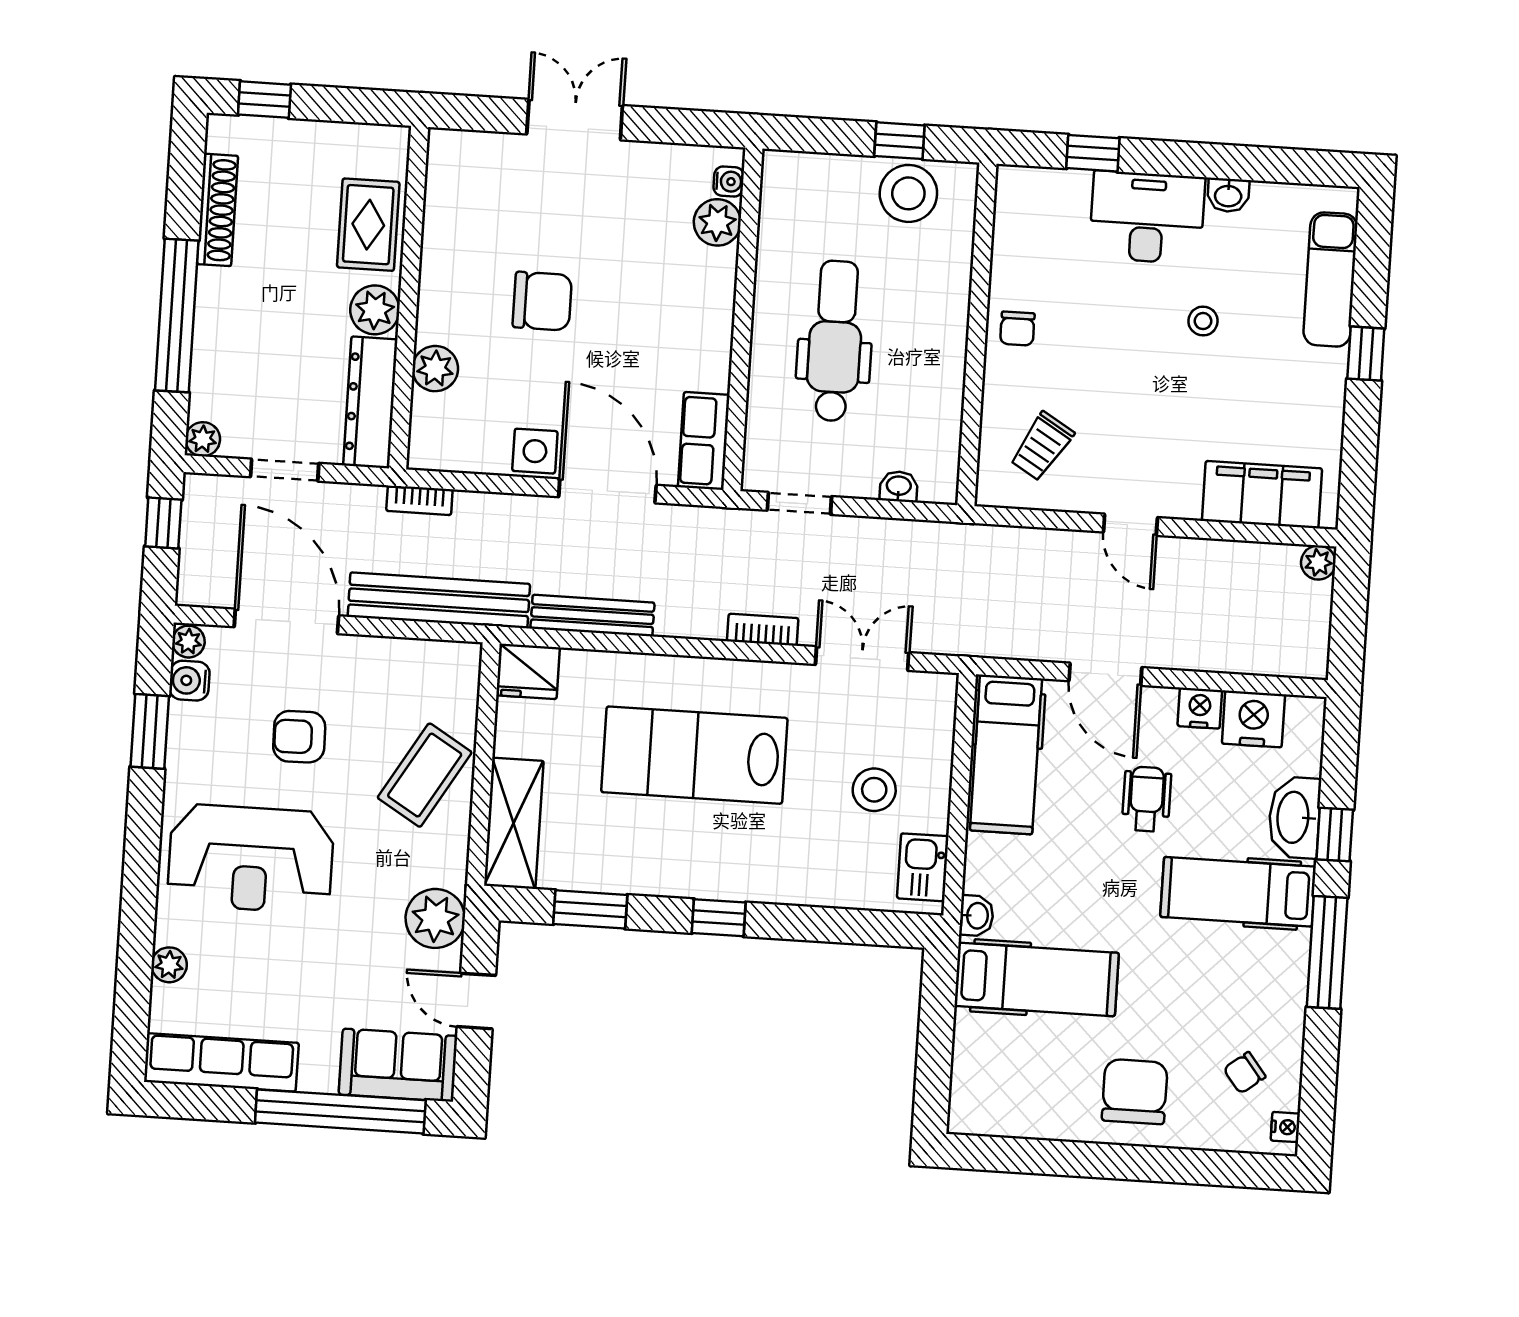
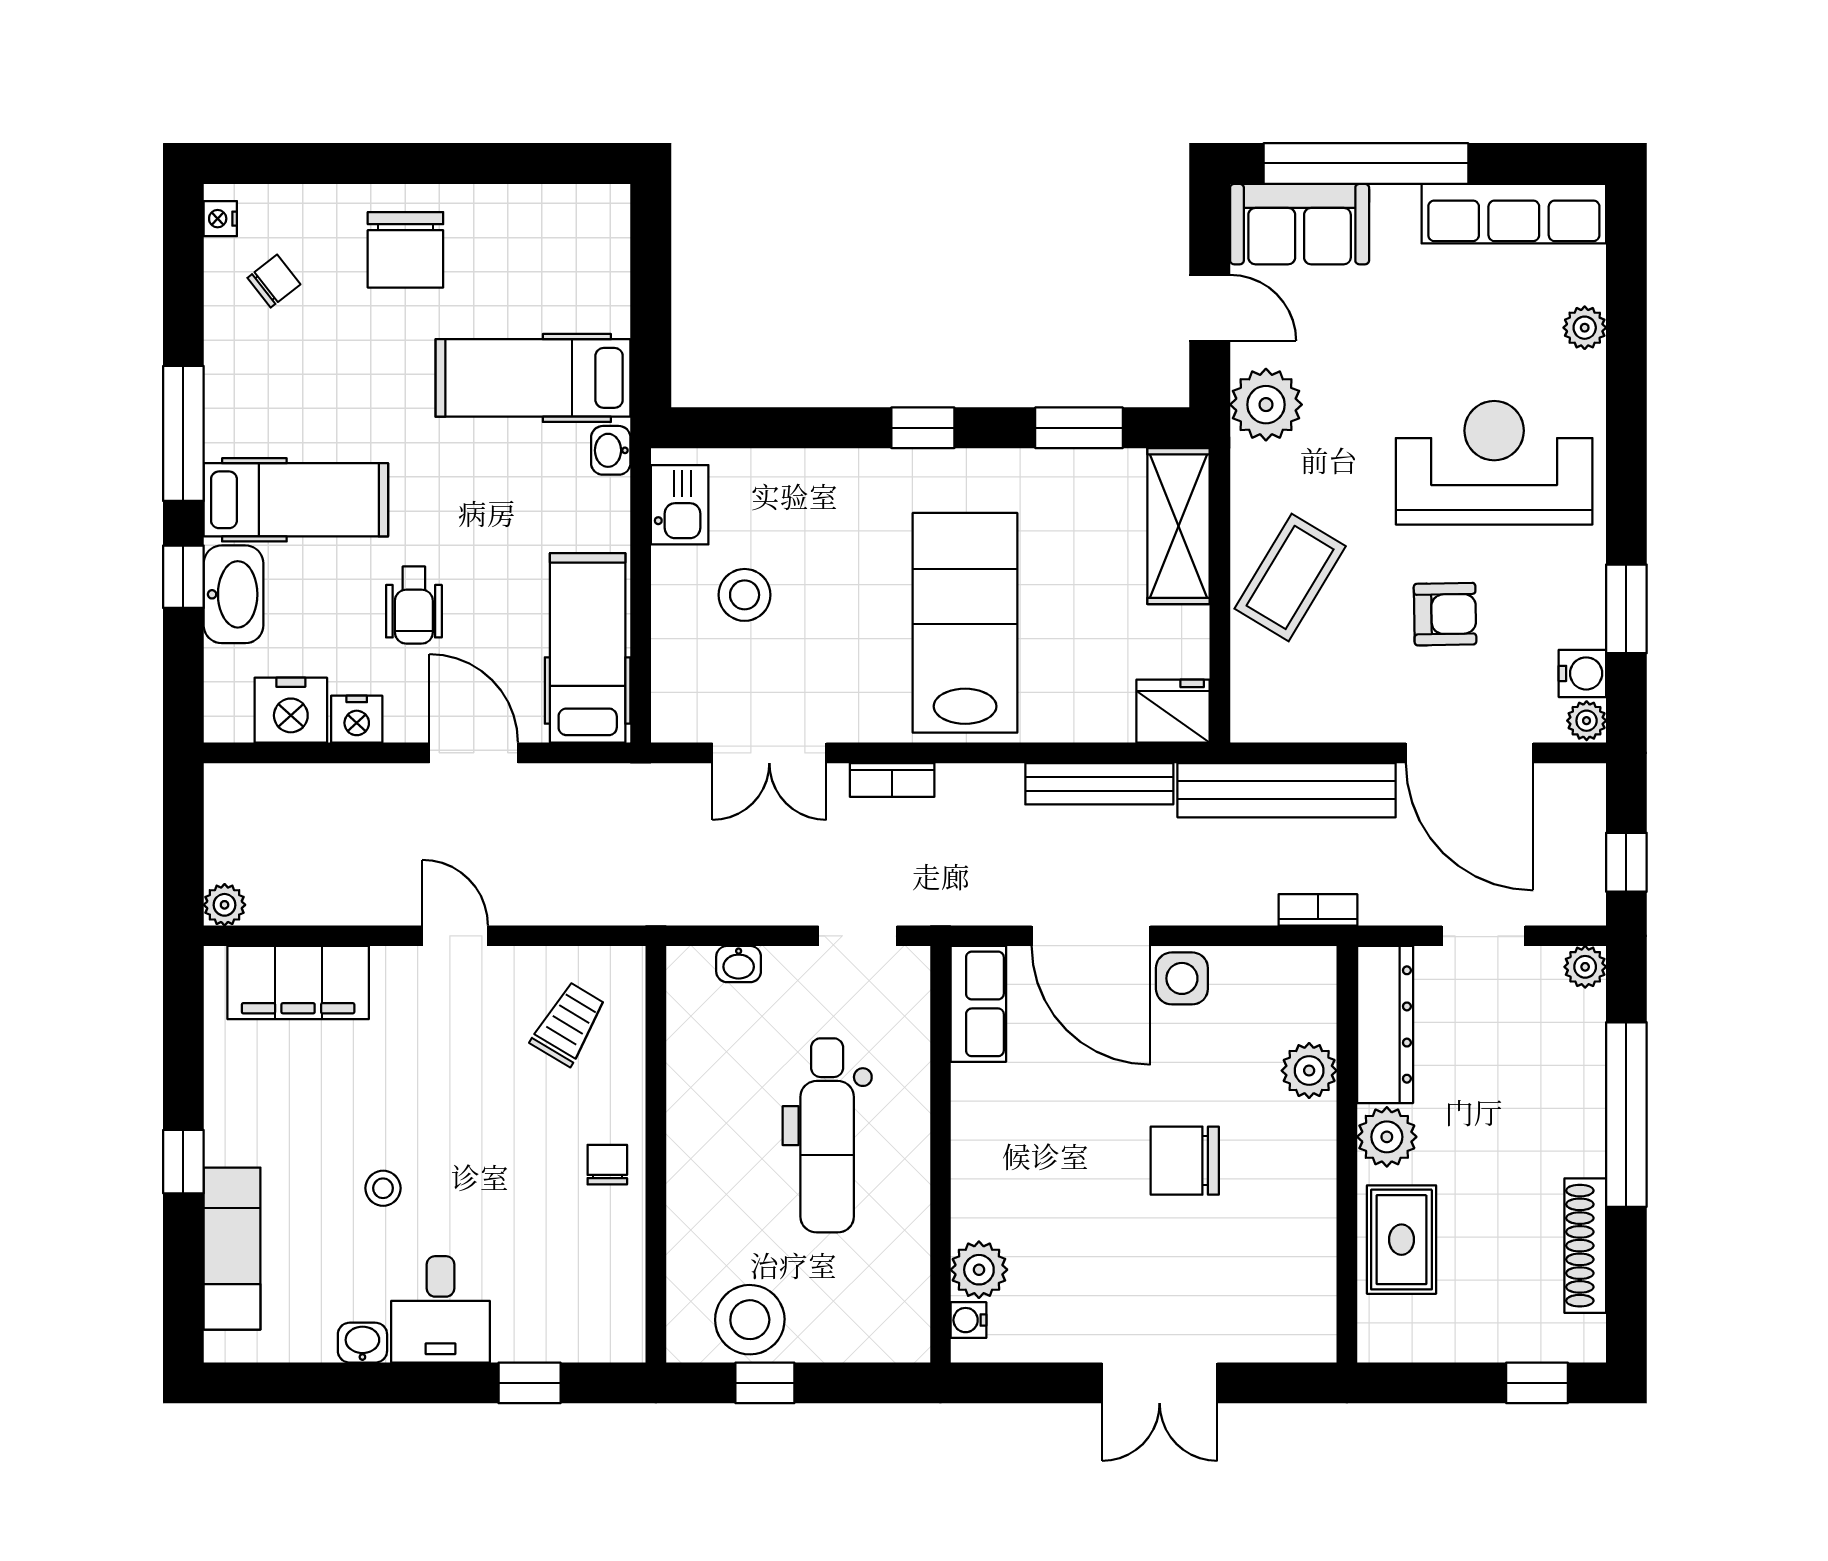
desk: (1147, 217) -> (441, 1309), width x0.73
lab bench: (694, 755) -> (965, 623), turned -90

